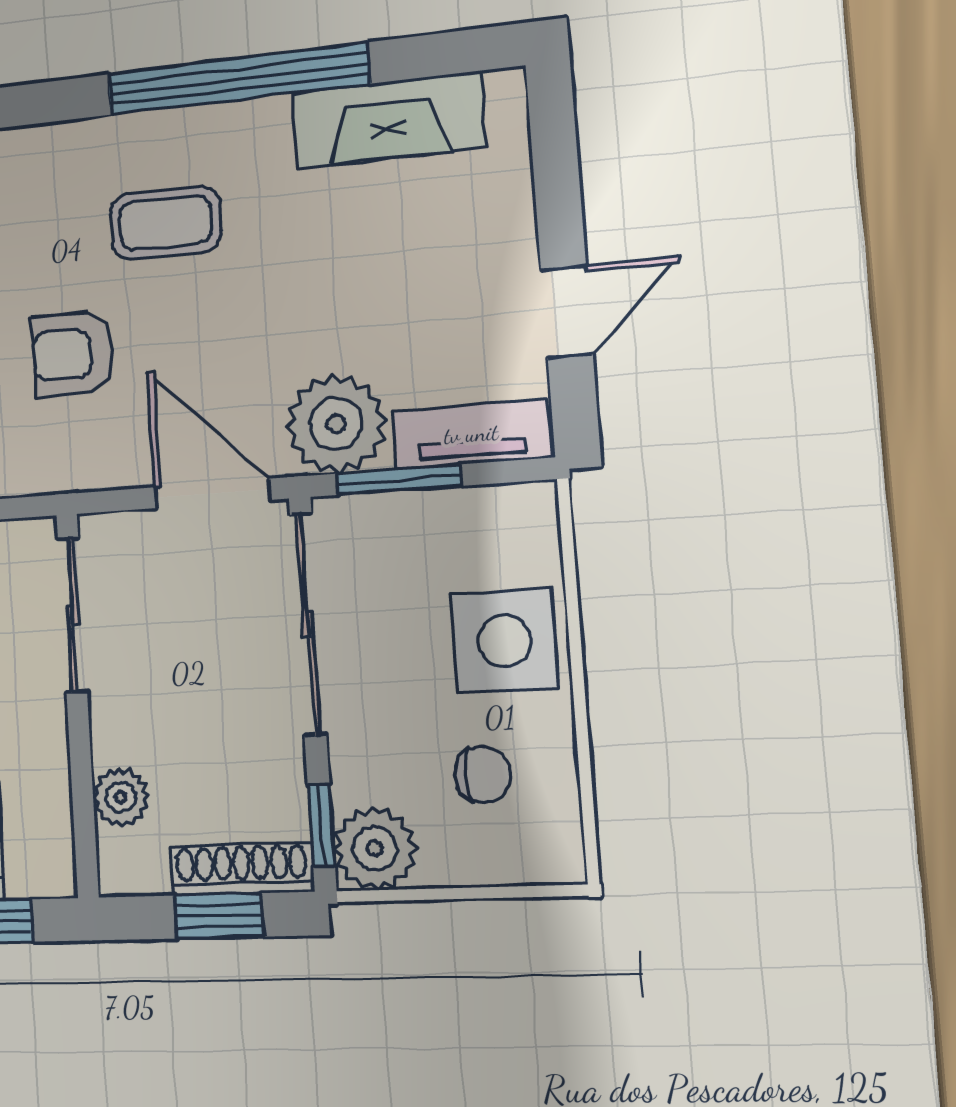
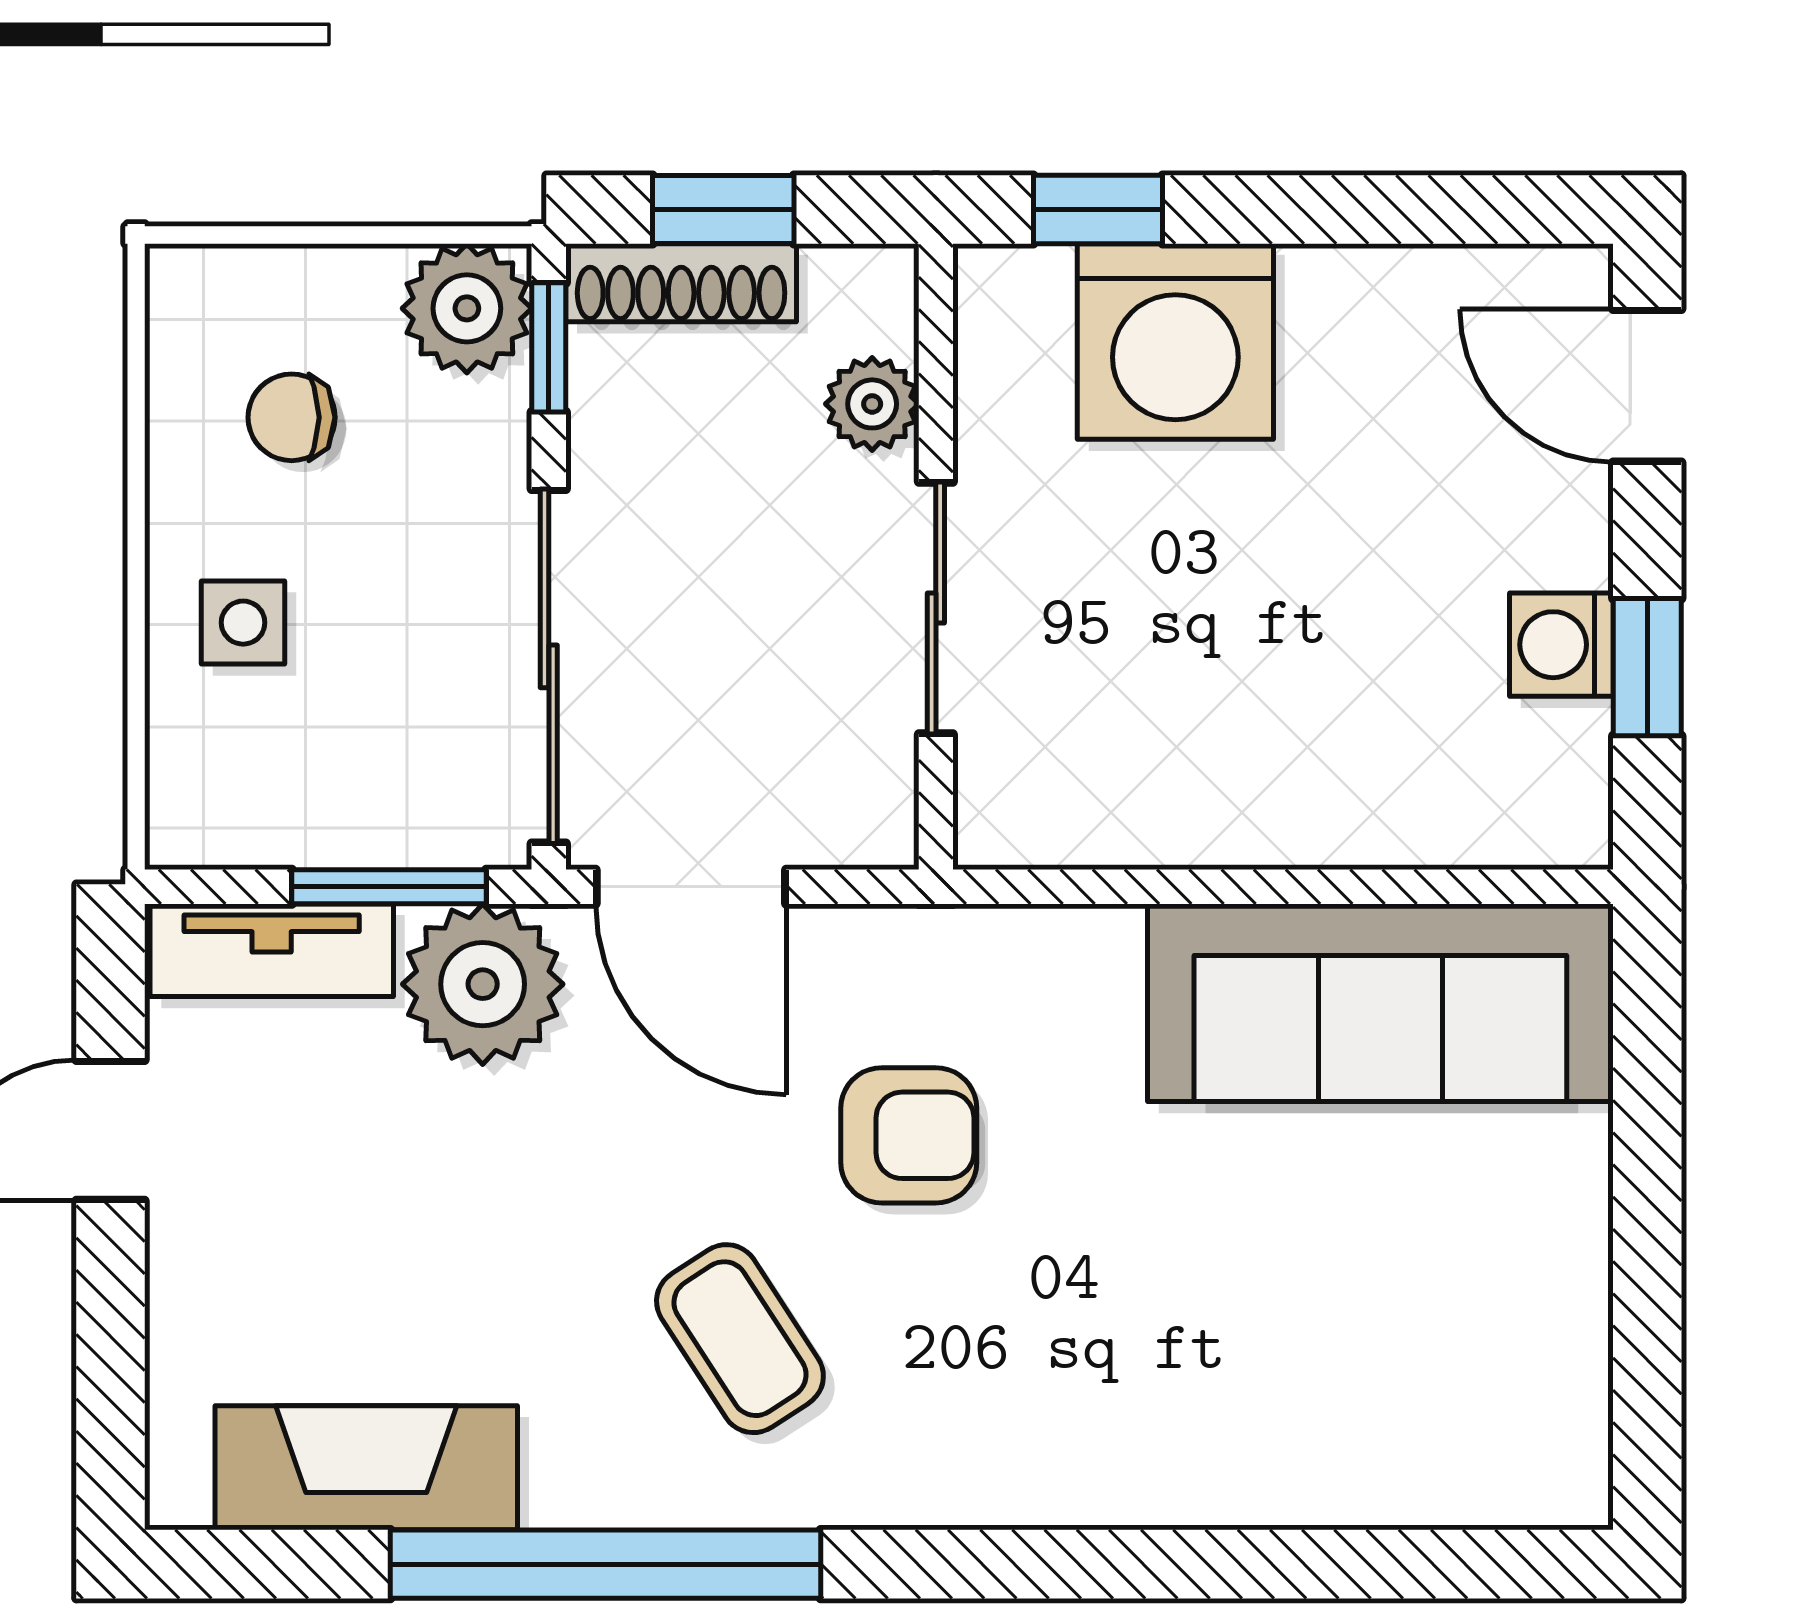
coffee table: (166, 223) -> (740, 1339), turned 57
sliding door: (72, 615) -> (936, 608), moved
side table: (505, 641) -> (243, 623), width x0.54, depth x0.54

